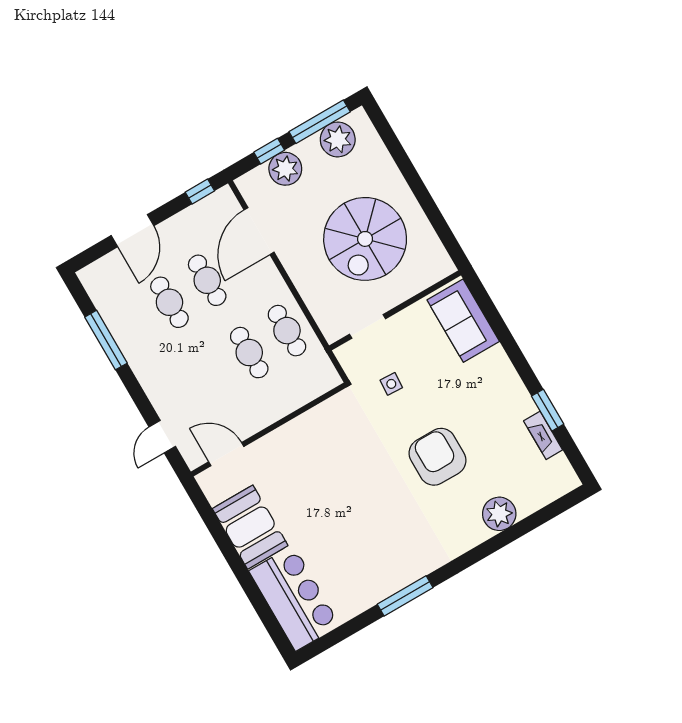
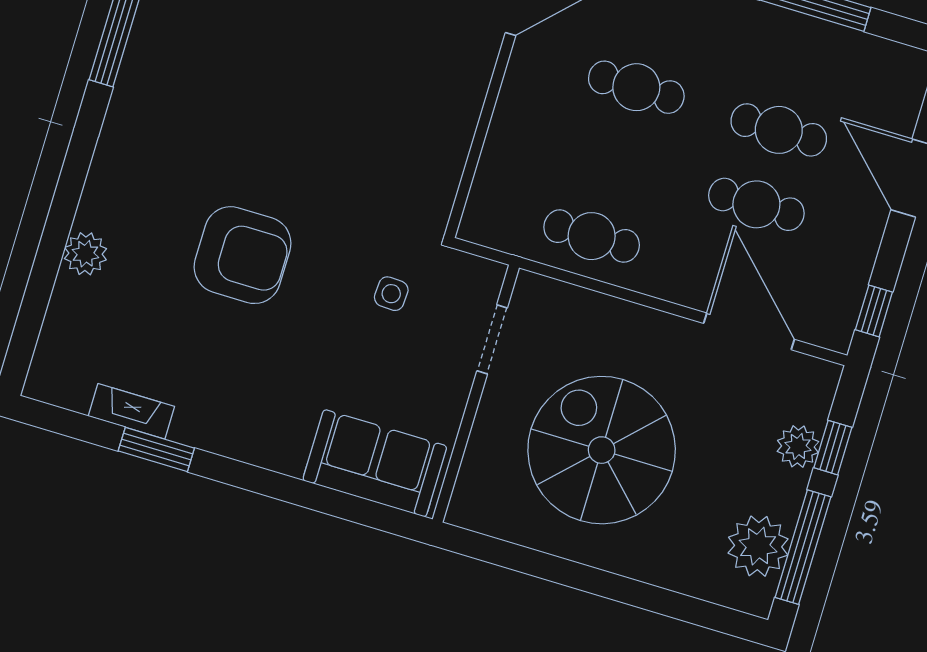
plant: (285, 169) -> (798, 446), width x0.73, depth x0.73
cafe table: (249, 353) -> (636, 87), moved
plant: (499, 514) -> (85, 254), width x0.73, depth x0.73

